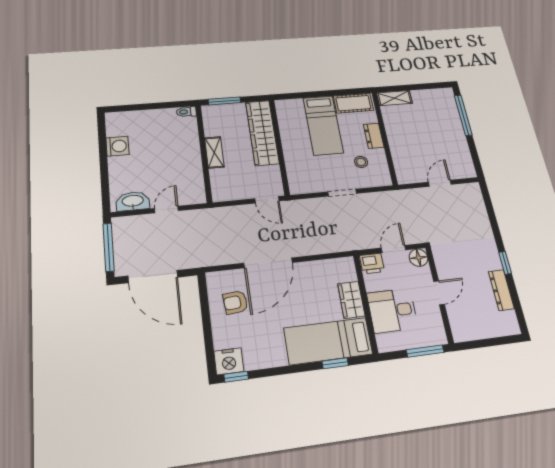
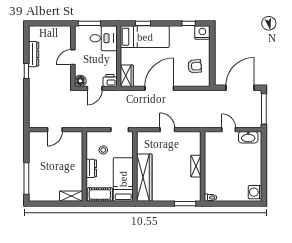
wardrobe: (262, 133) -> (144, 178), moved
washing machine: (117, 146) -> (255, 192), moved
wall: (279, 147) -> (135, 166), moved
door: (166, 210) -> (229, 130), swing flipped
door: (268, 263) -> (159, 88), moved
door: (153, 277) -> (240, 88), hinge flipped
wardrobe: (351, 300) -> (127, 76), moved
desk: (392, 310) -> (104, 38), moved
window: (236, 377) -> (189, 23), moved

